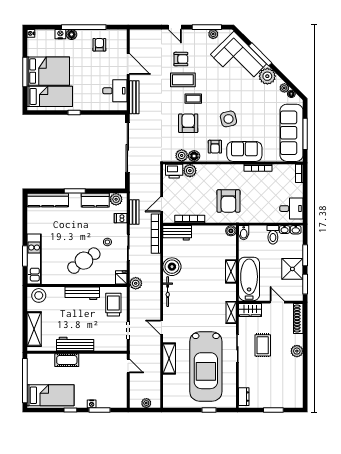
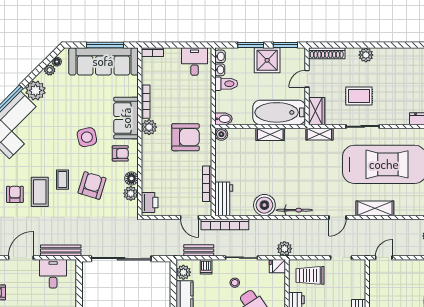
armchair: (188, 123) -> (92, 186), turned 107
plant: (190, 171) -> (149, 127), moved

